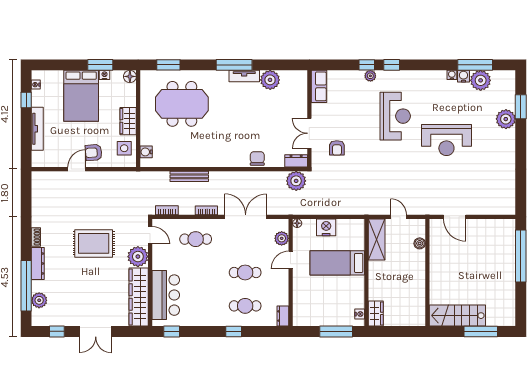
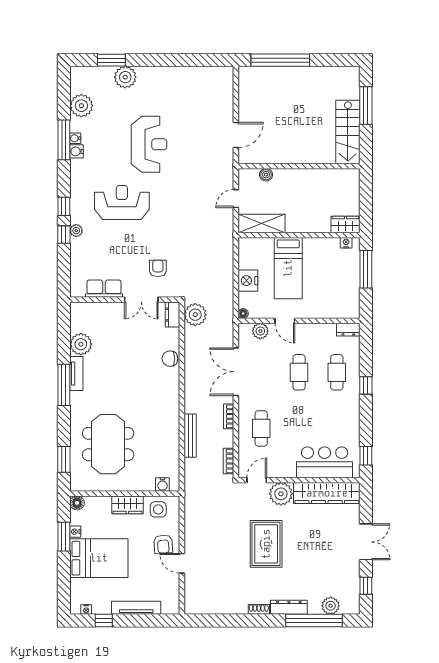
window: (475, 65) -> (64, 140), moved
water cooler: (463, 76) -> (77, 151), moved
row of seats: (319, 86) -> (104, 289), moved
armchair: (337, 148) -> (158, 268), turned -90

